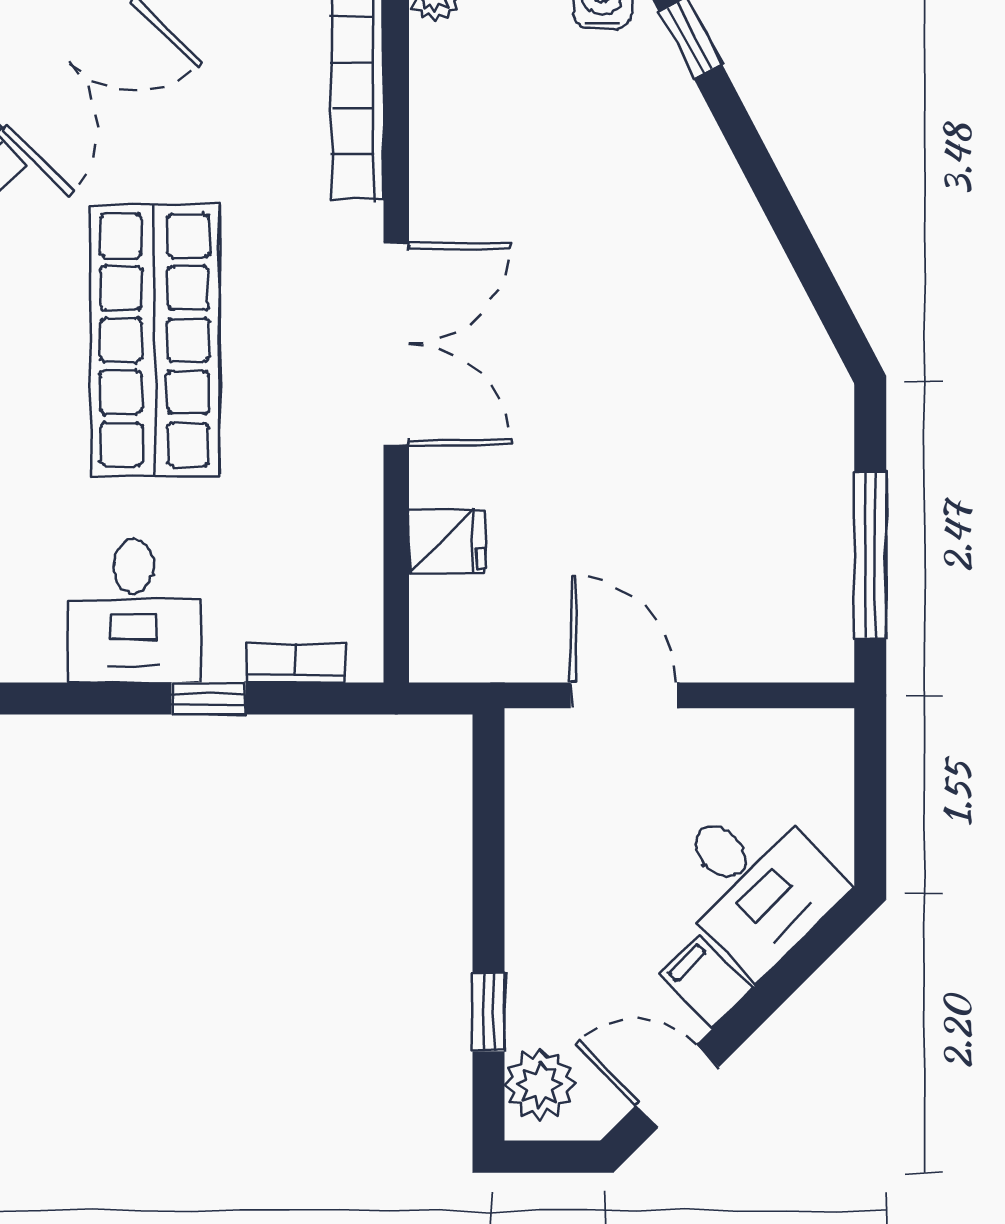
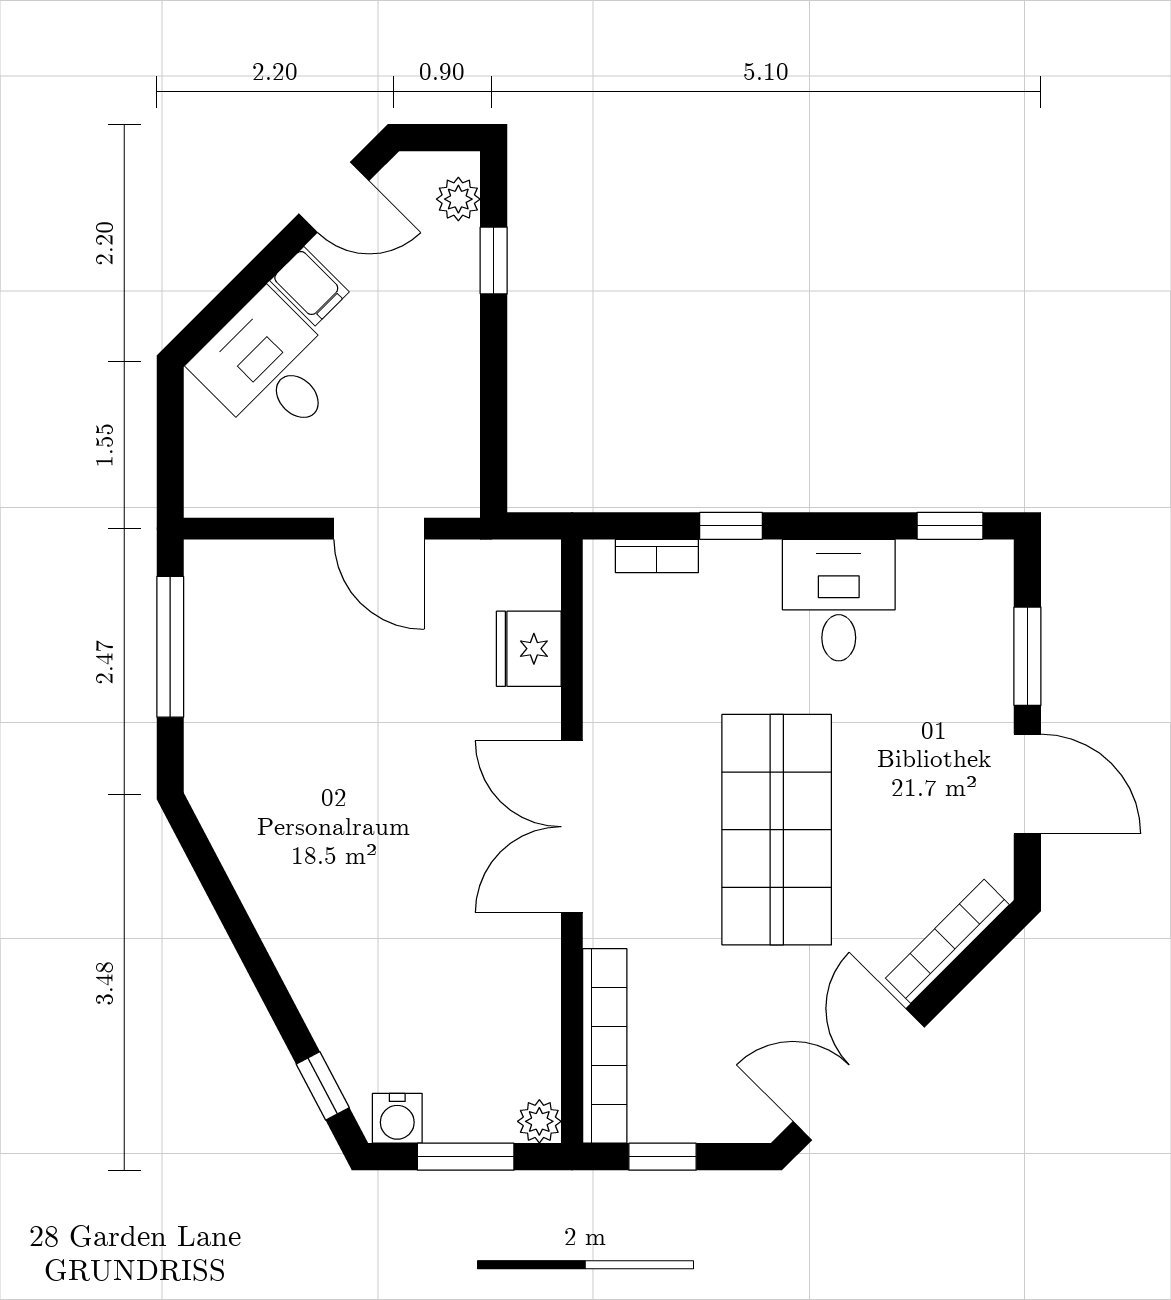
fridge: (447, 541) -> (529, 649), width x1.38
desk: (134, 611) -> (839, 600), moved
plant: (540, 1084) -> (458, 199), width x0.73, depth x0.73

